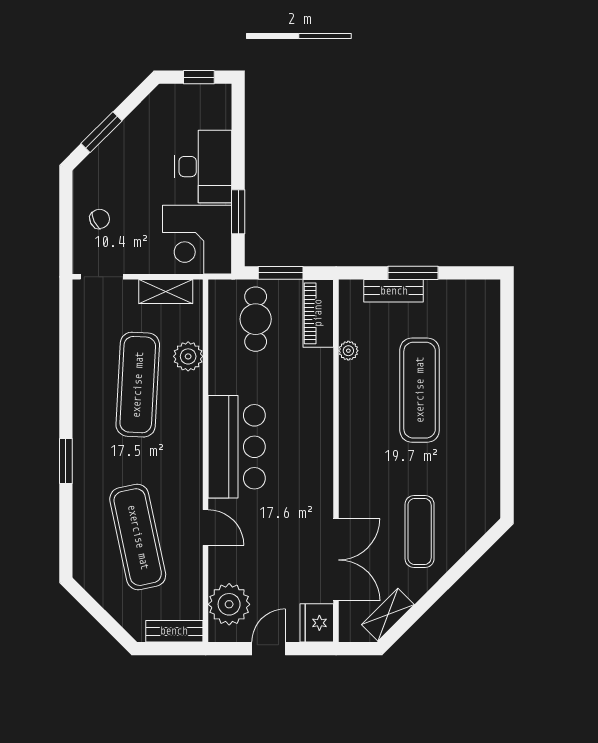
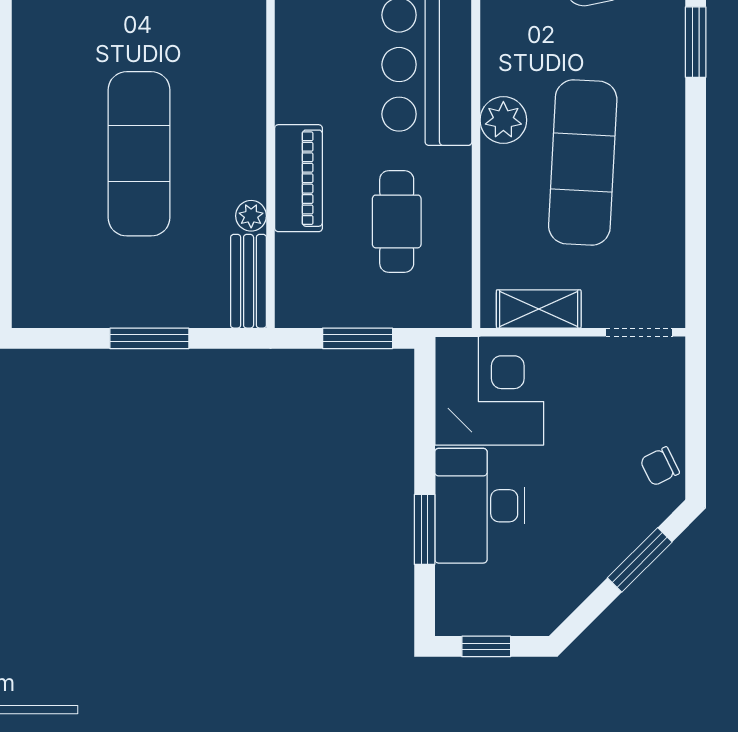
window: (238, 212) -> (425, 529), moved
chair: (100, 219) -> (660, 466), moved
bench: (394, 291) -> (249, 281), moved, turned 90
piano: (318, 313) -> (298, 178), moved
cafe table: (256, 319) -> (397, 221), moved
plant: (188, 356) -> (503, 120), moved

